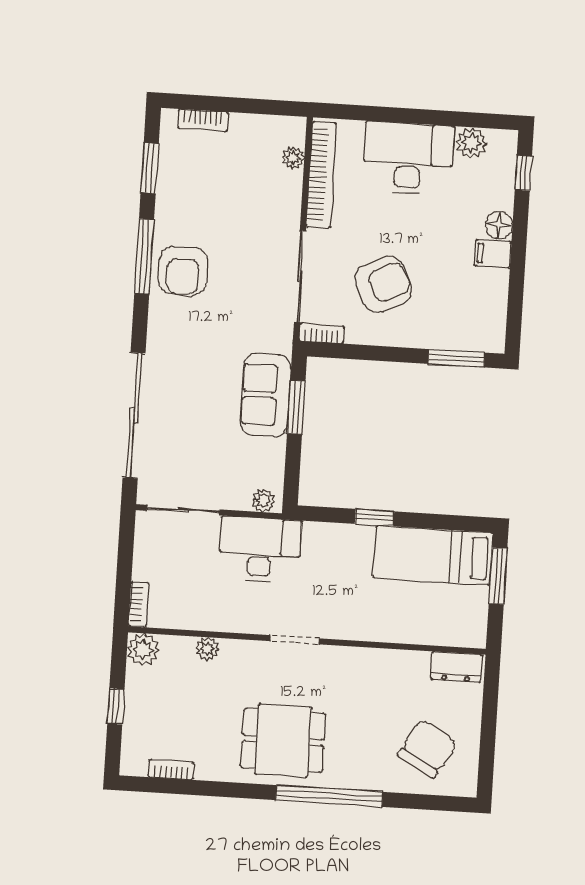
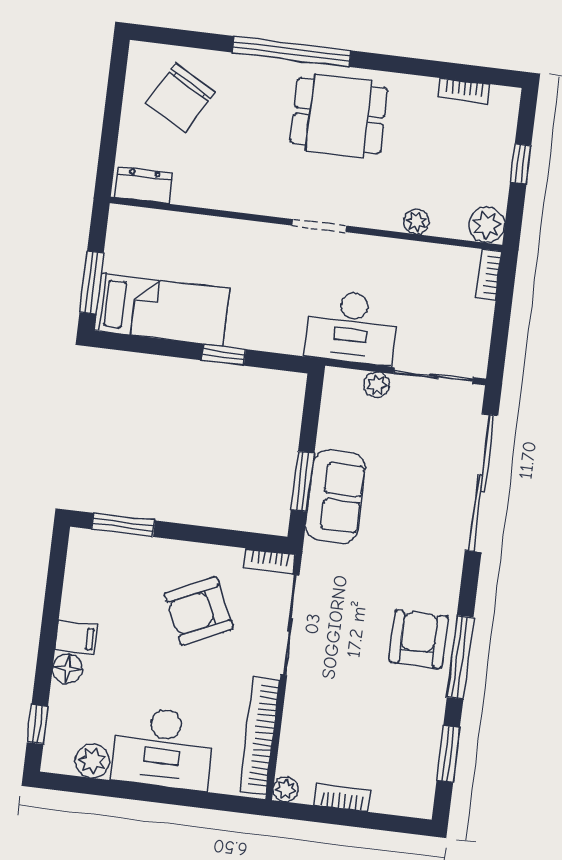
bookcase: (203, 120) -> (342, 798), moved
plant: (293, 158) -> (286, 789), moved
plant: (263, 501) -> (377, 385), moved

